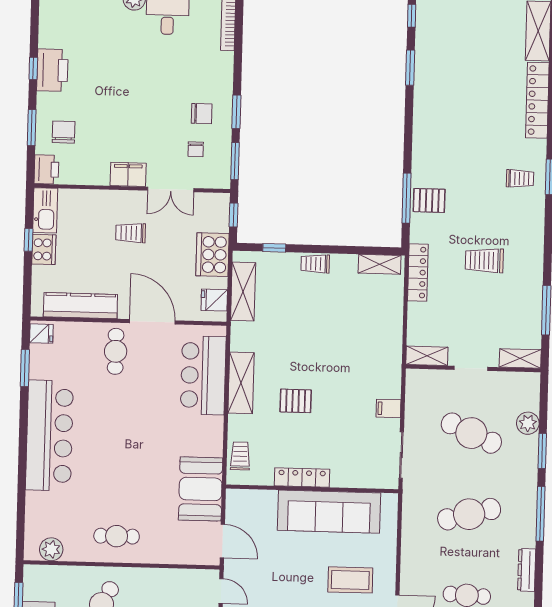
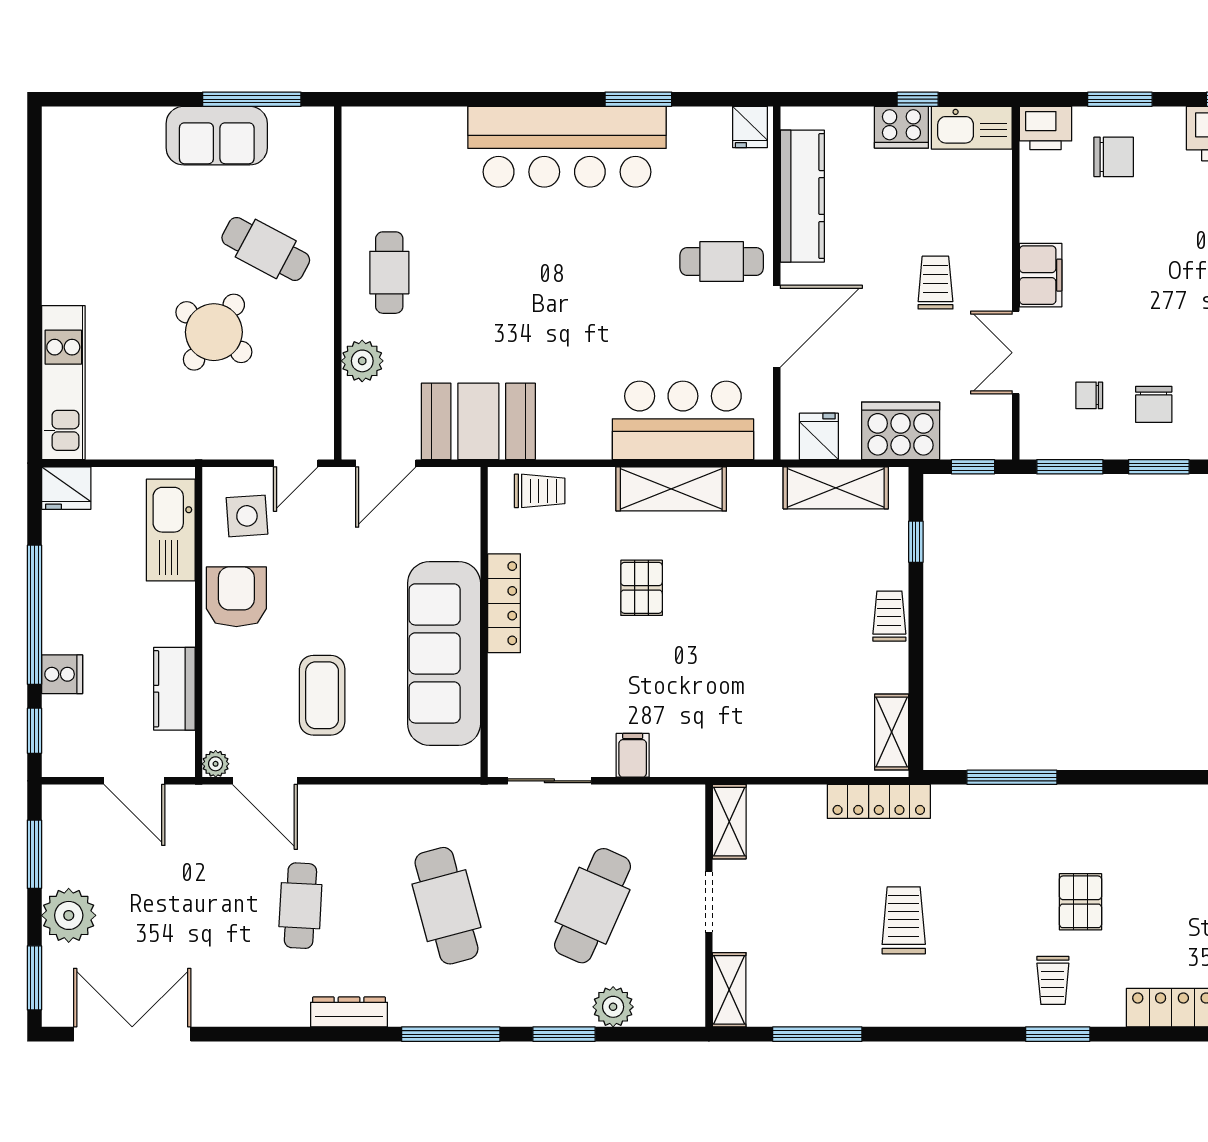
pallet: (429, 200) -> (1081, 902), moved
window: (25, 368) -> (638, 99), moved
plant: (51, 549) -> (362, 361), moved

